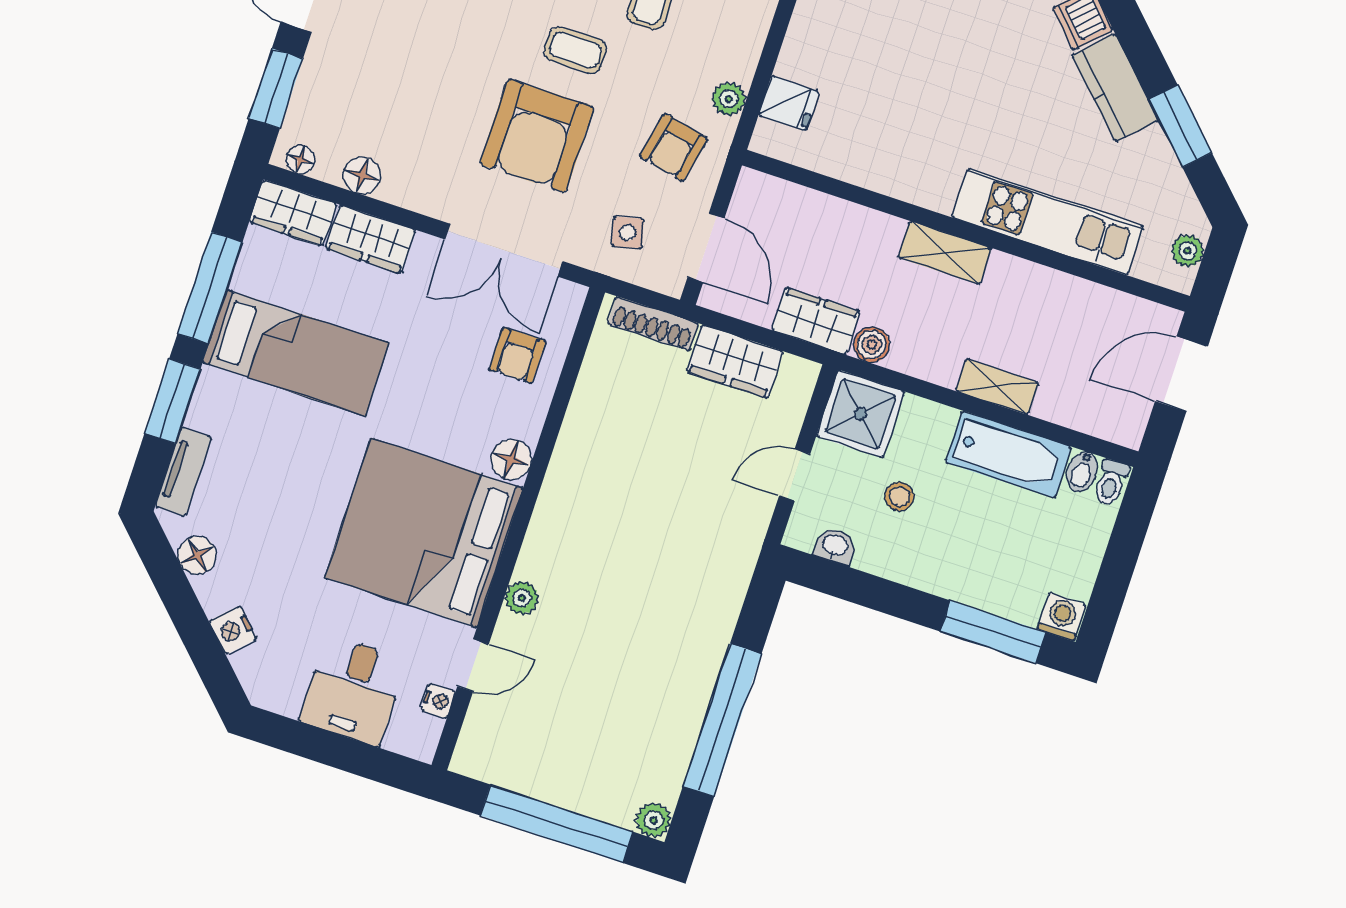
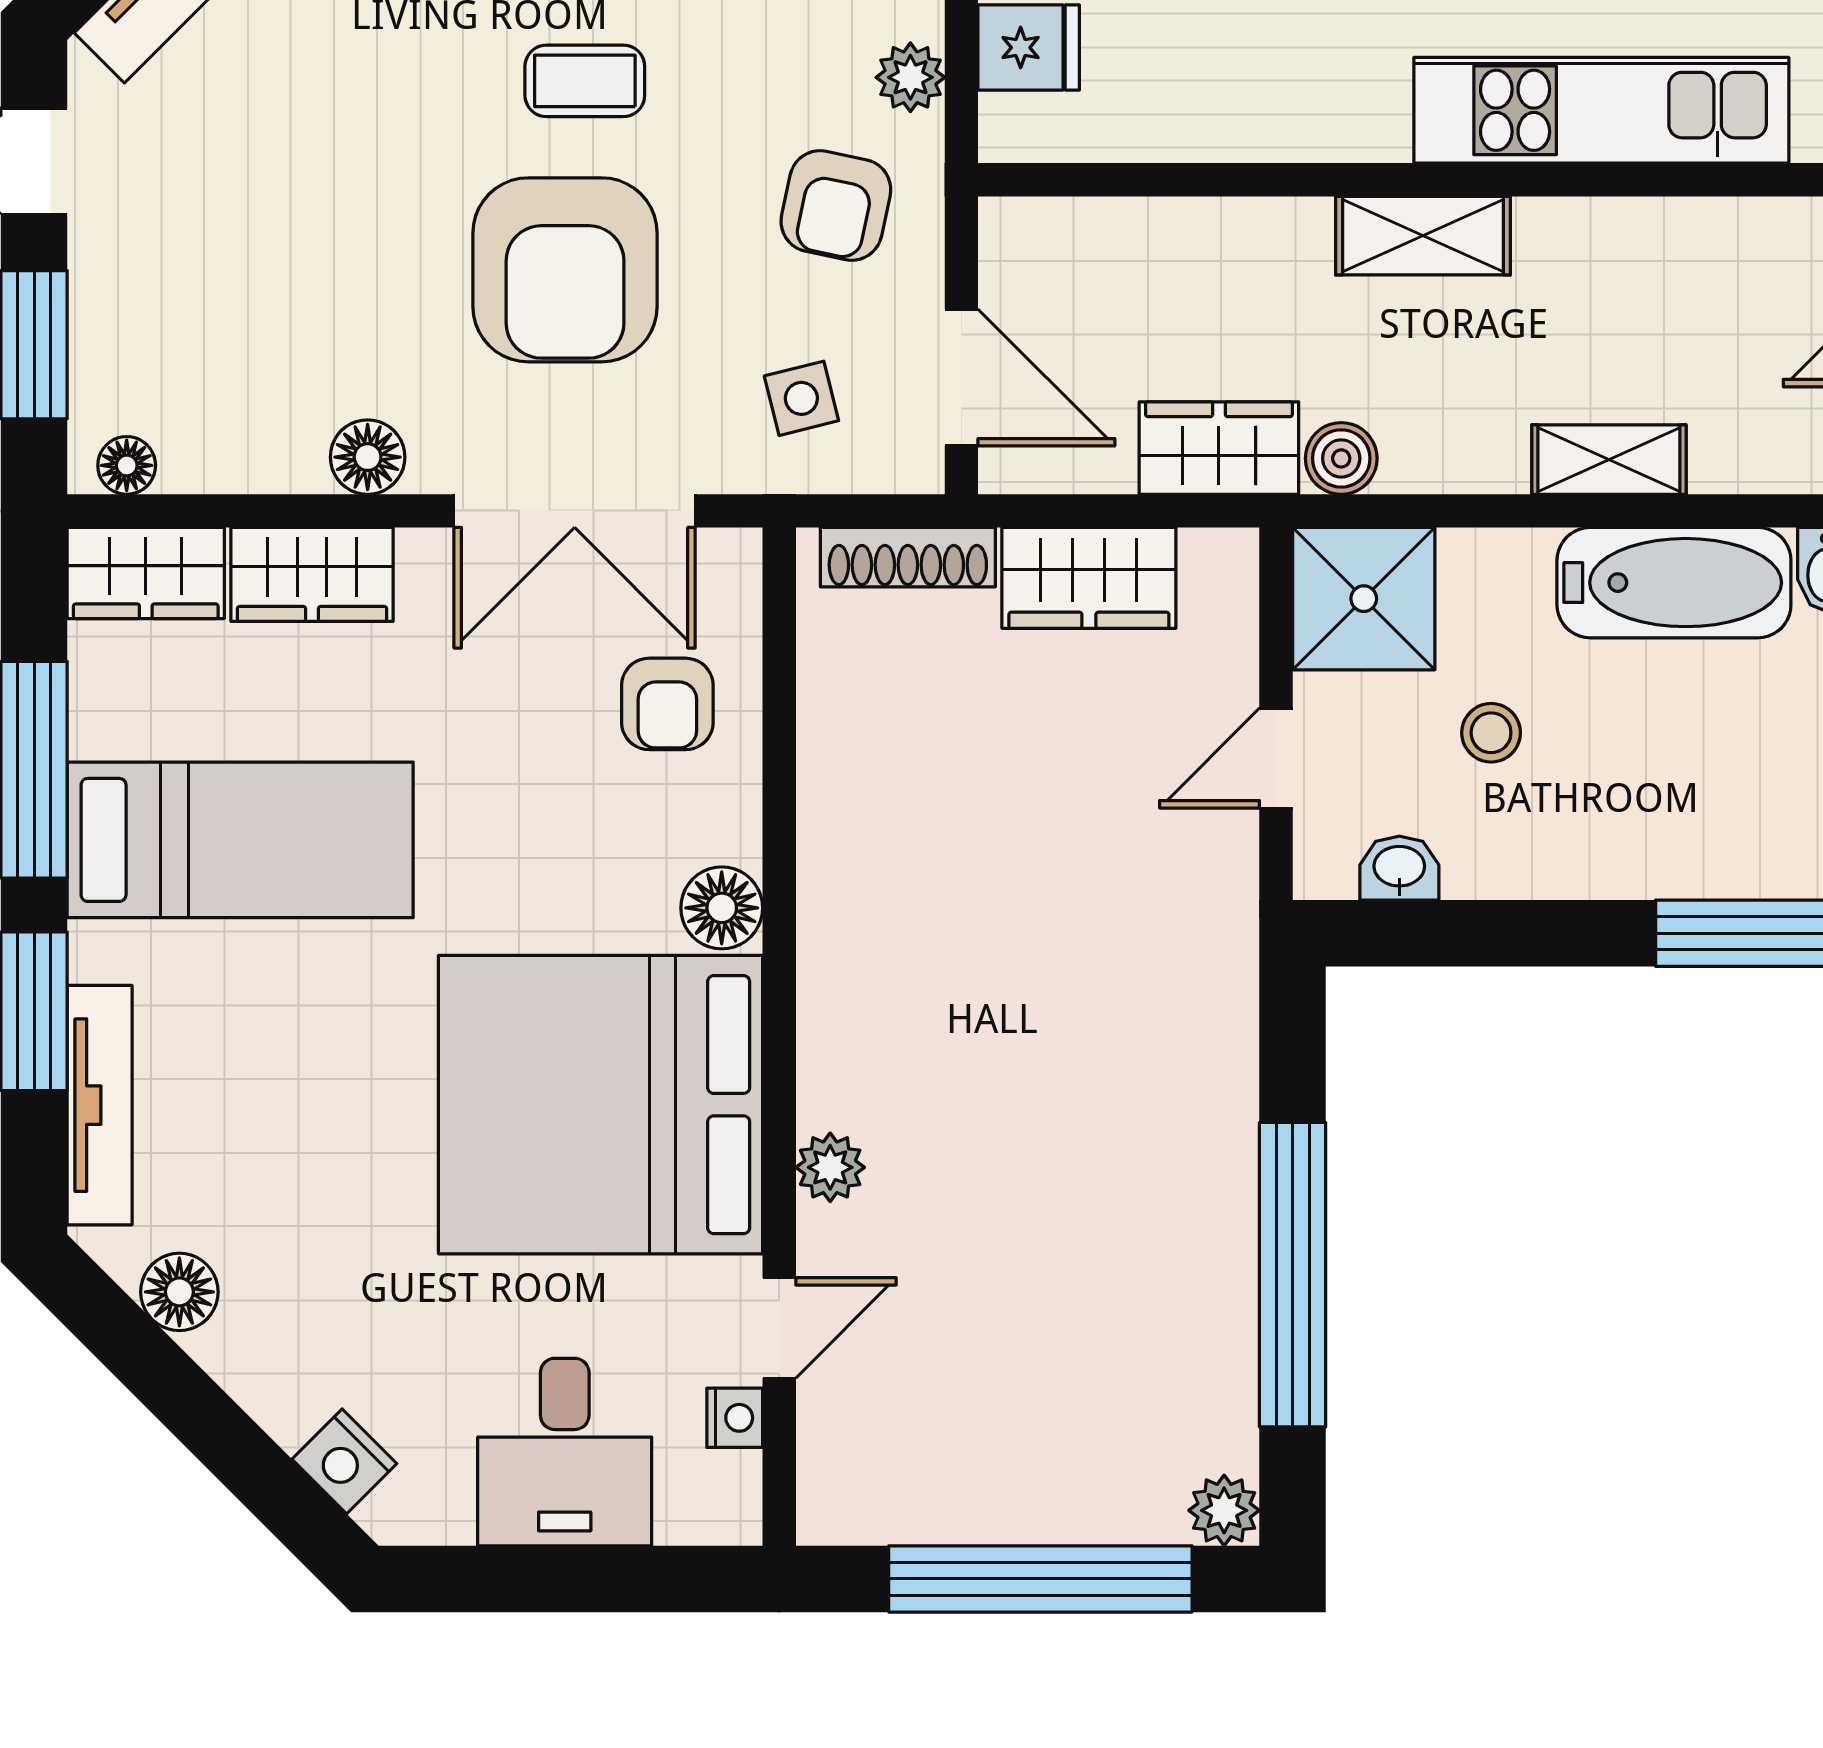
floor lamp: (362, 175) -> (368, 457), moved
tv unit: (183, 472) -> (100, 1105), width x1.41
nightstand: (233, 630) -> (344, 1461), moved

